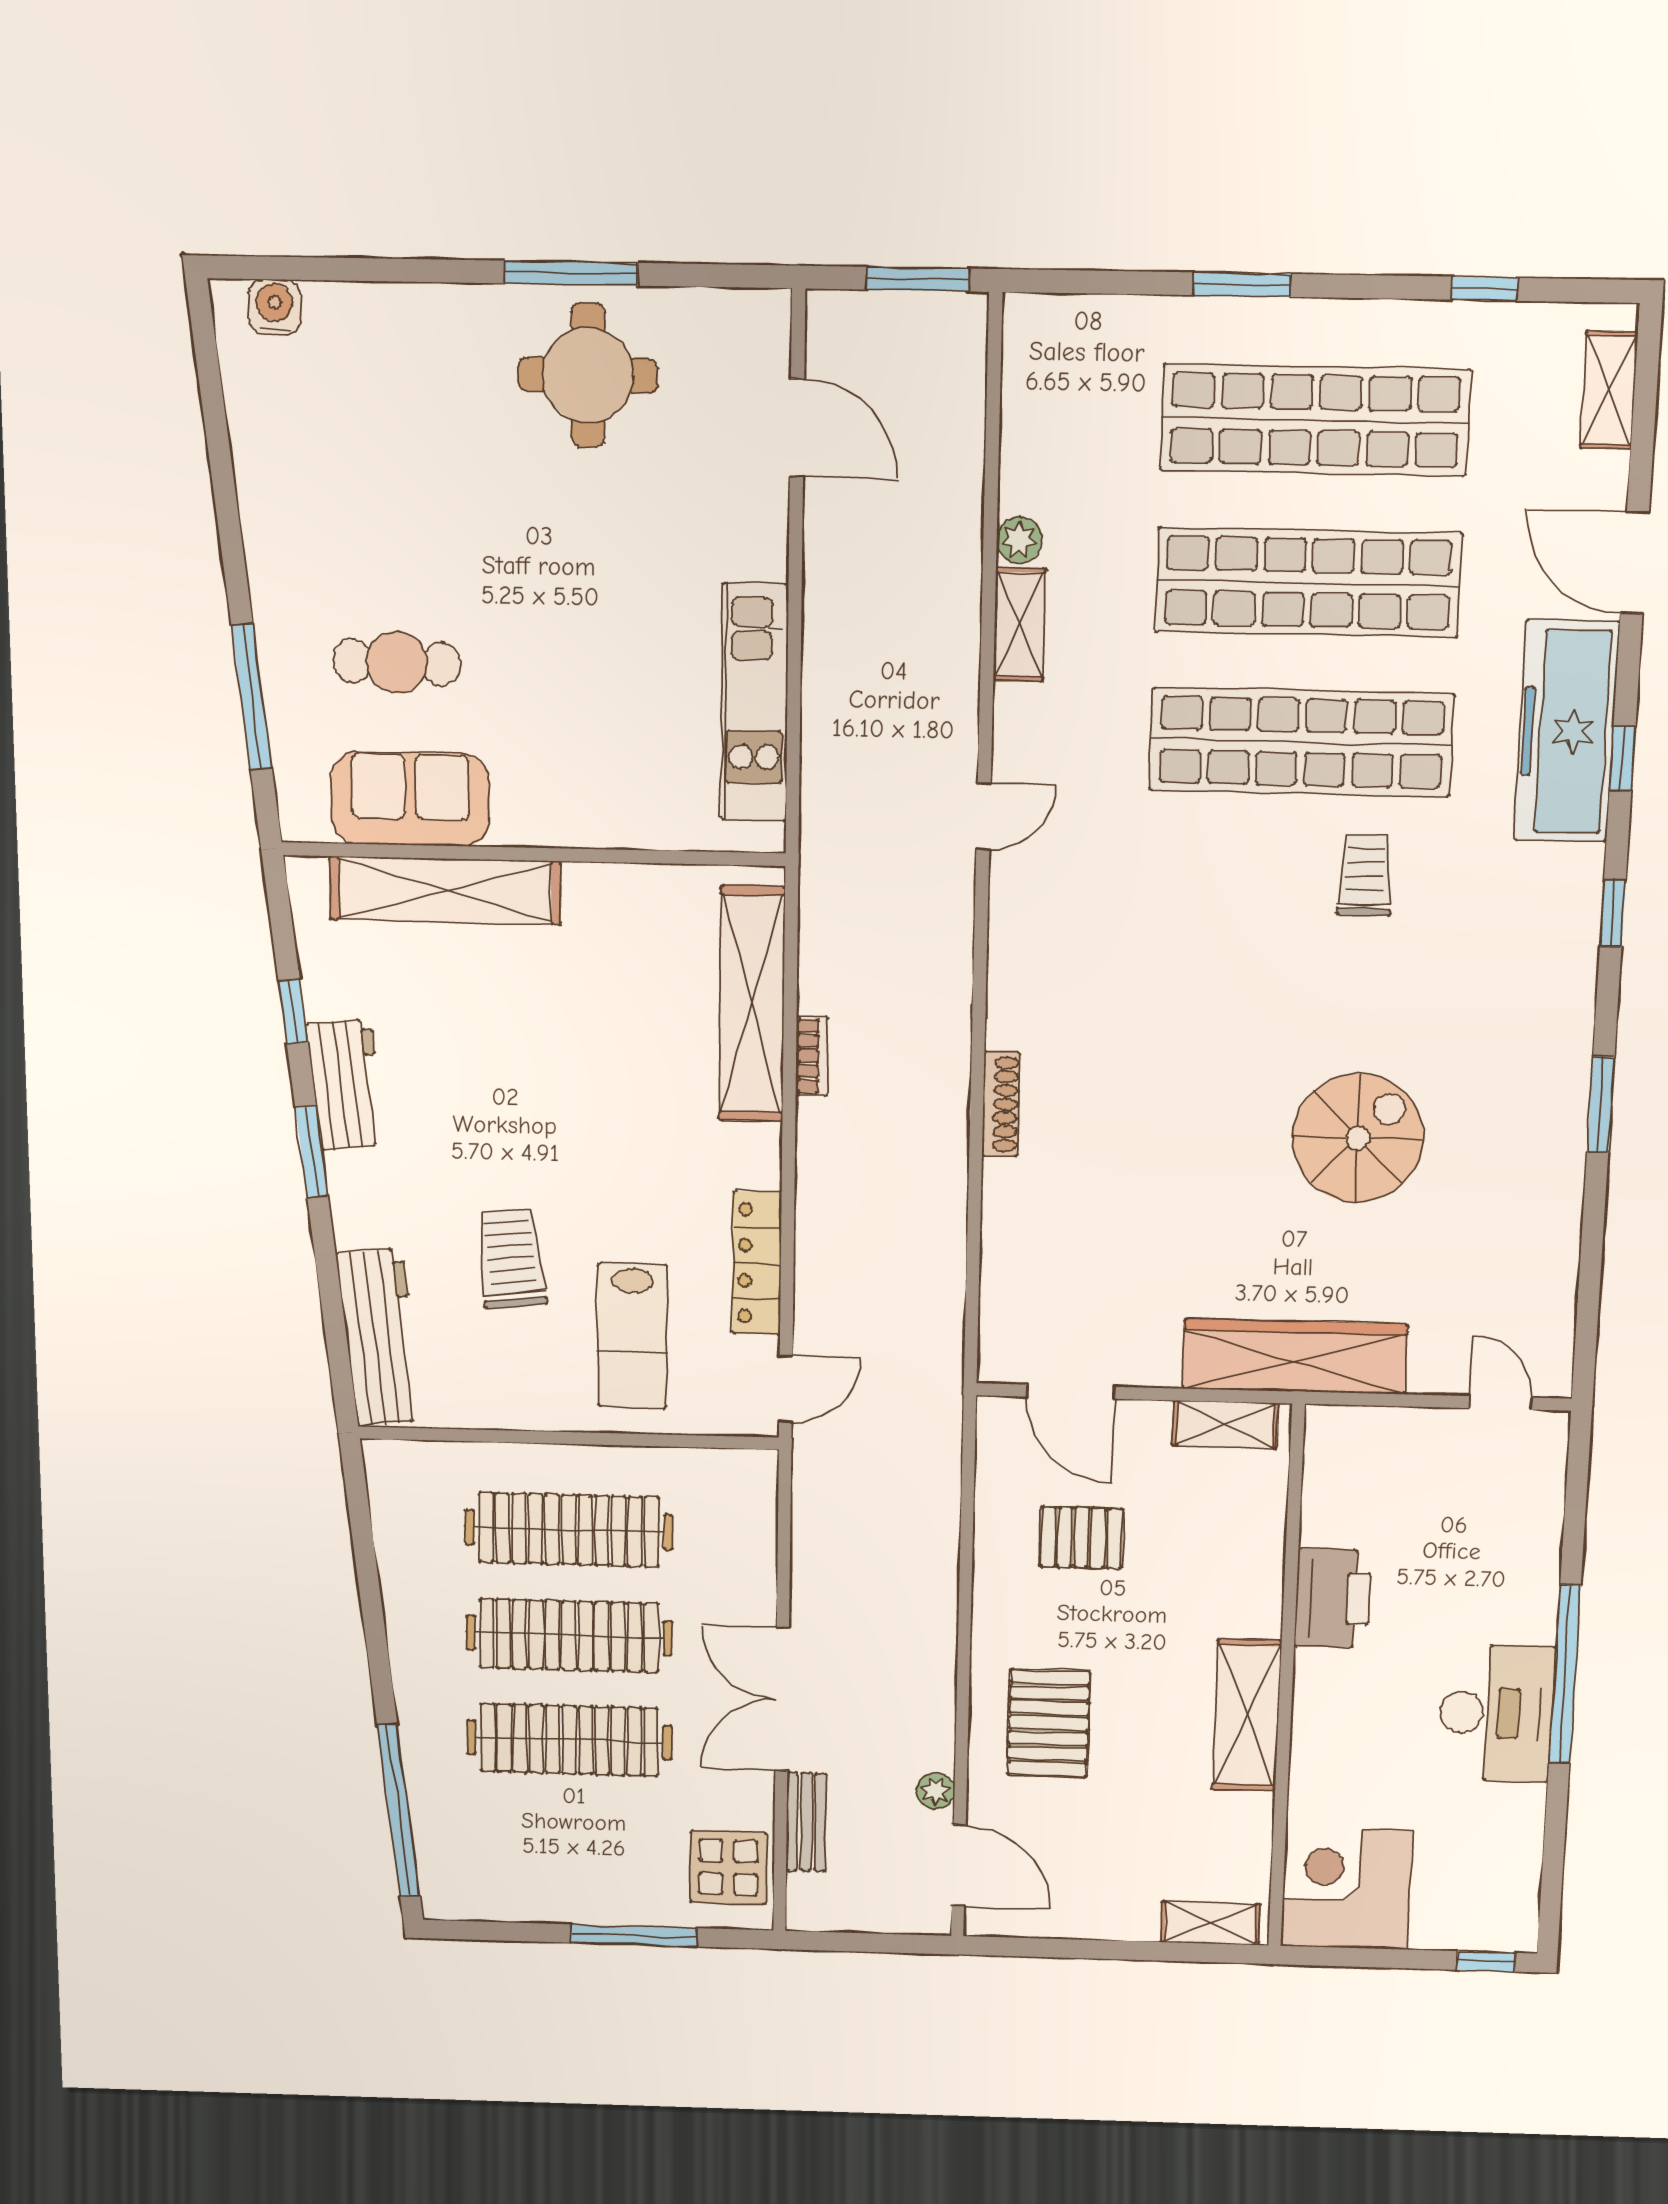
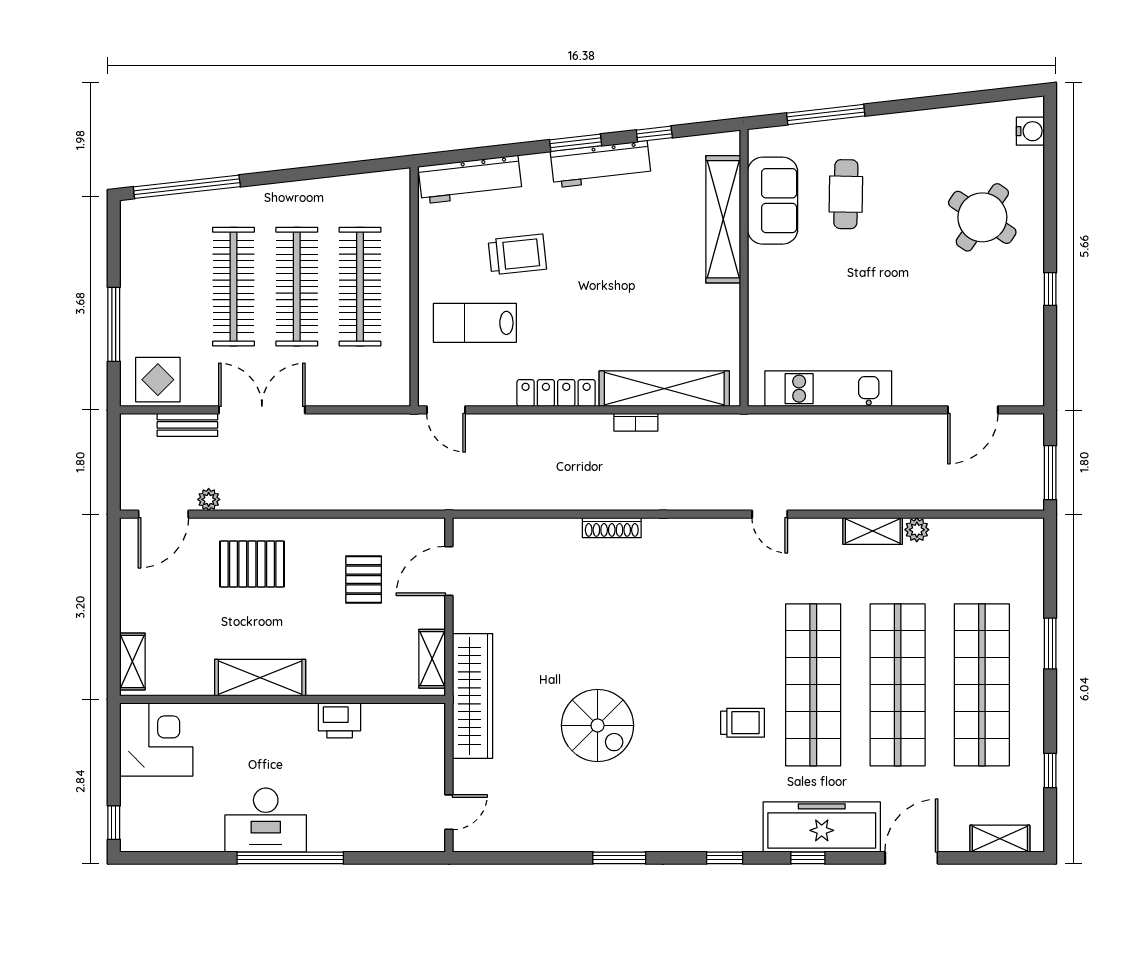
window: (571, 273) -> (1050, 289), width x0.46
round table: (588, 375) -> (982, 217), moved, turned 34
workbench: (346, 1085) -> (601, 164), width x1.37
locker: (757, 1263) -> (556, 393), moved
printer: (1333, 1598) -> (340, 720), width x0.73, depth x0.84

